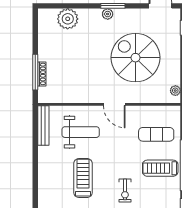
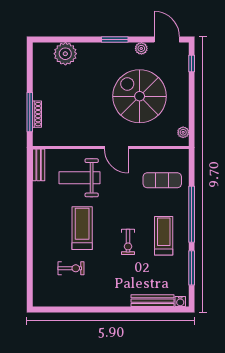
plant: (108, 14) -> (141, 48), moved
bench: (43, 126) -> (39, 165), width x0.73
weight bench: (81, 132) -> (79, 178), turned 180
treadmill: (160, 168) -> (164, 236), moved, turned 90

